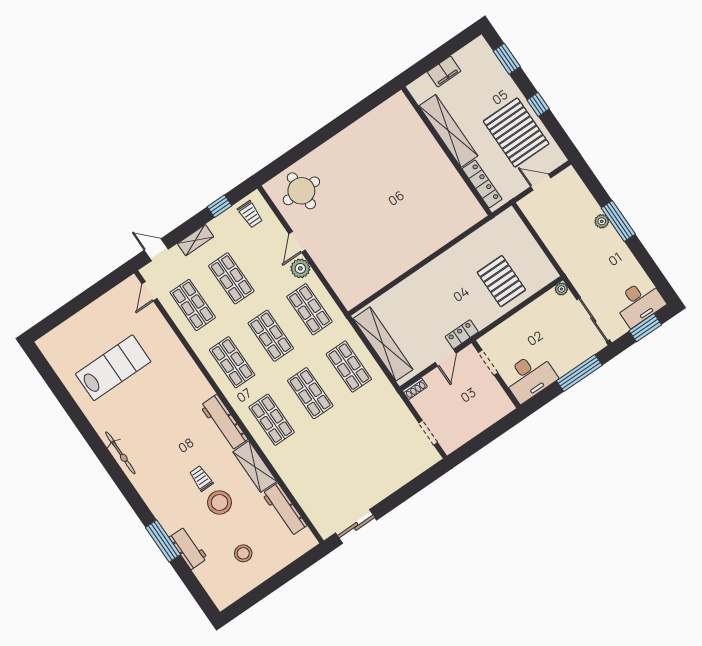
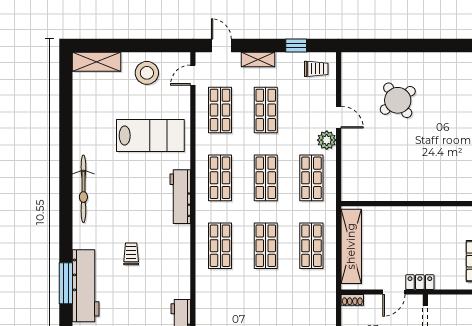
round table: (301, 191) -> (398, 100), moved, turned -36
trolley: (250, 214) -> (316, 69), turned -90
door: (297, 242) -> (339, 117), swing flipped
lab bench: (113, 368) -> (150, 136), moved
workbench: (224, 423) -> (180, 197), moved
bicycle: (120, 453) -> (83, 189), width x1.37, depth x1.40
shelving: (255, 467) -> (97, 62), moved, turned 90
stool: (220, 502) -> (147, 73), moved
workbench: (188, 548) -> (86, 286), width x1.87, depth x1.32

